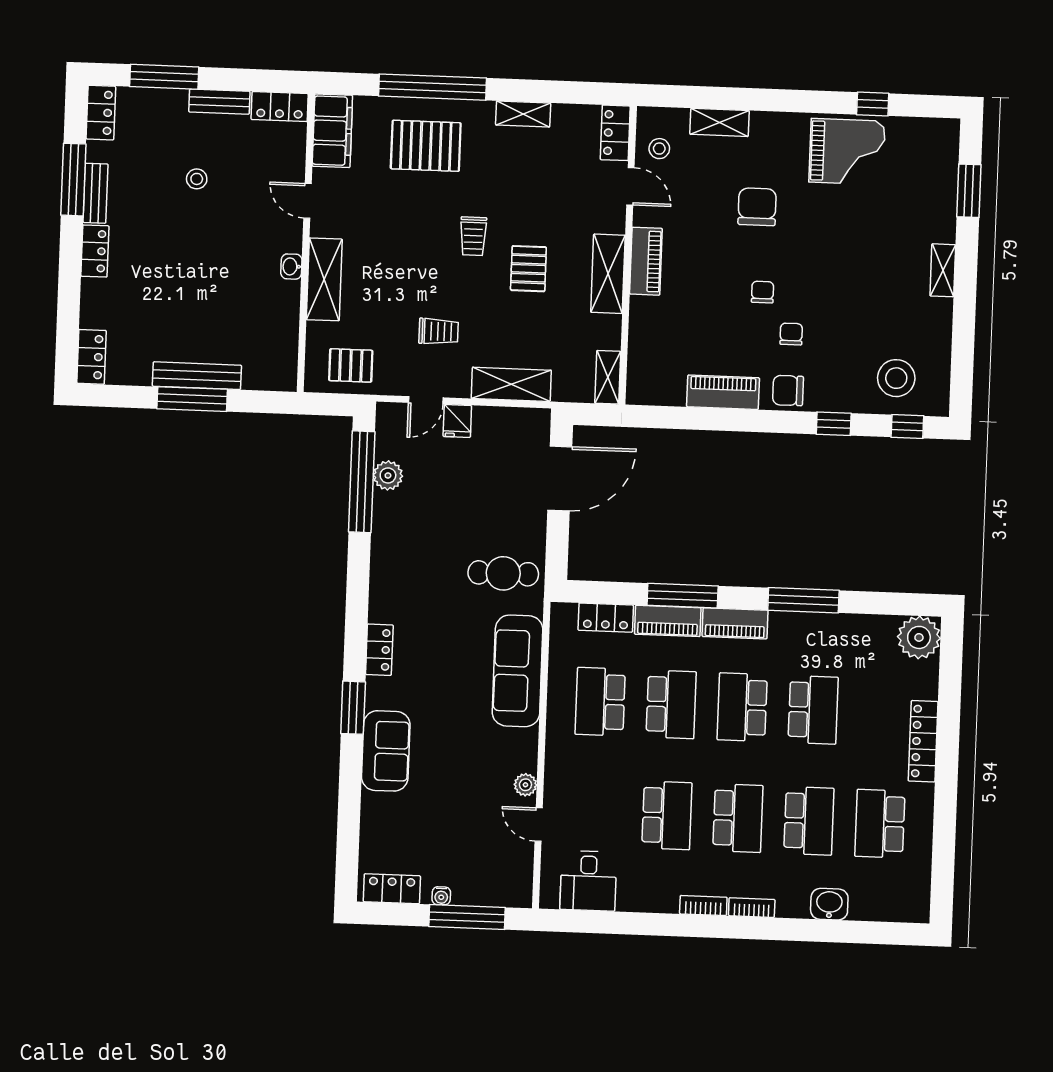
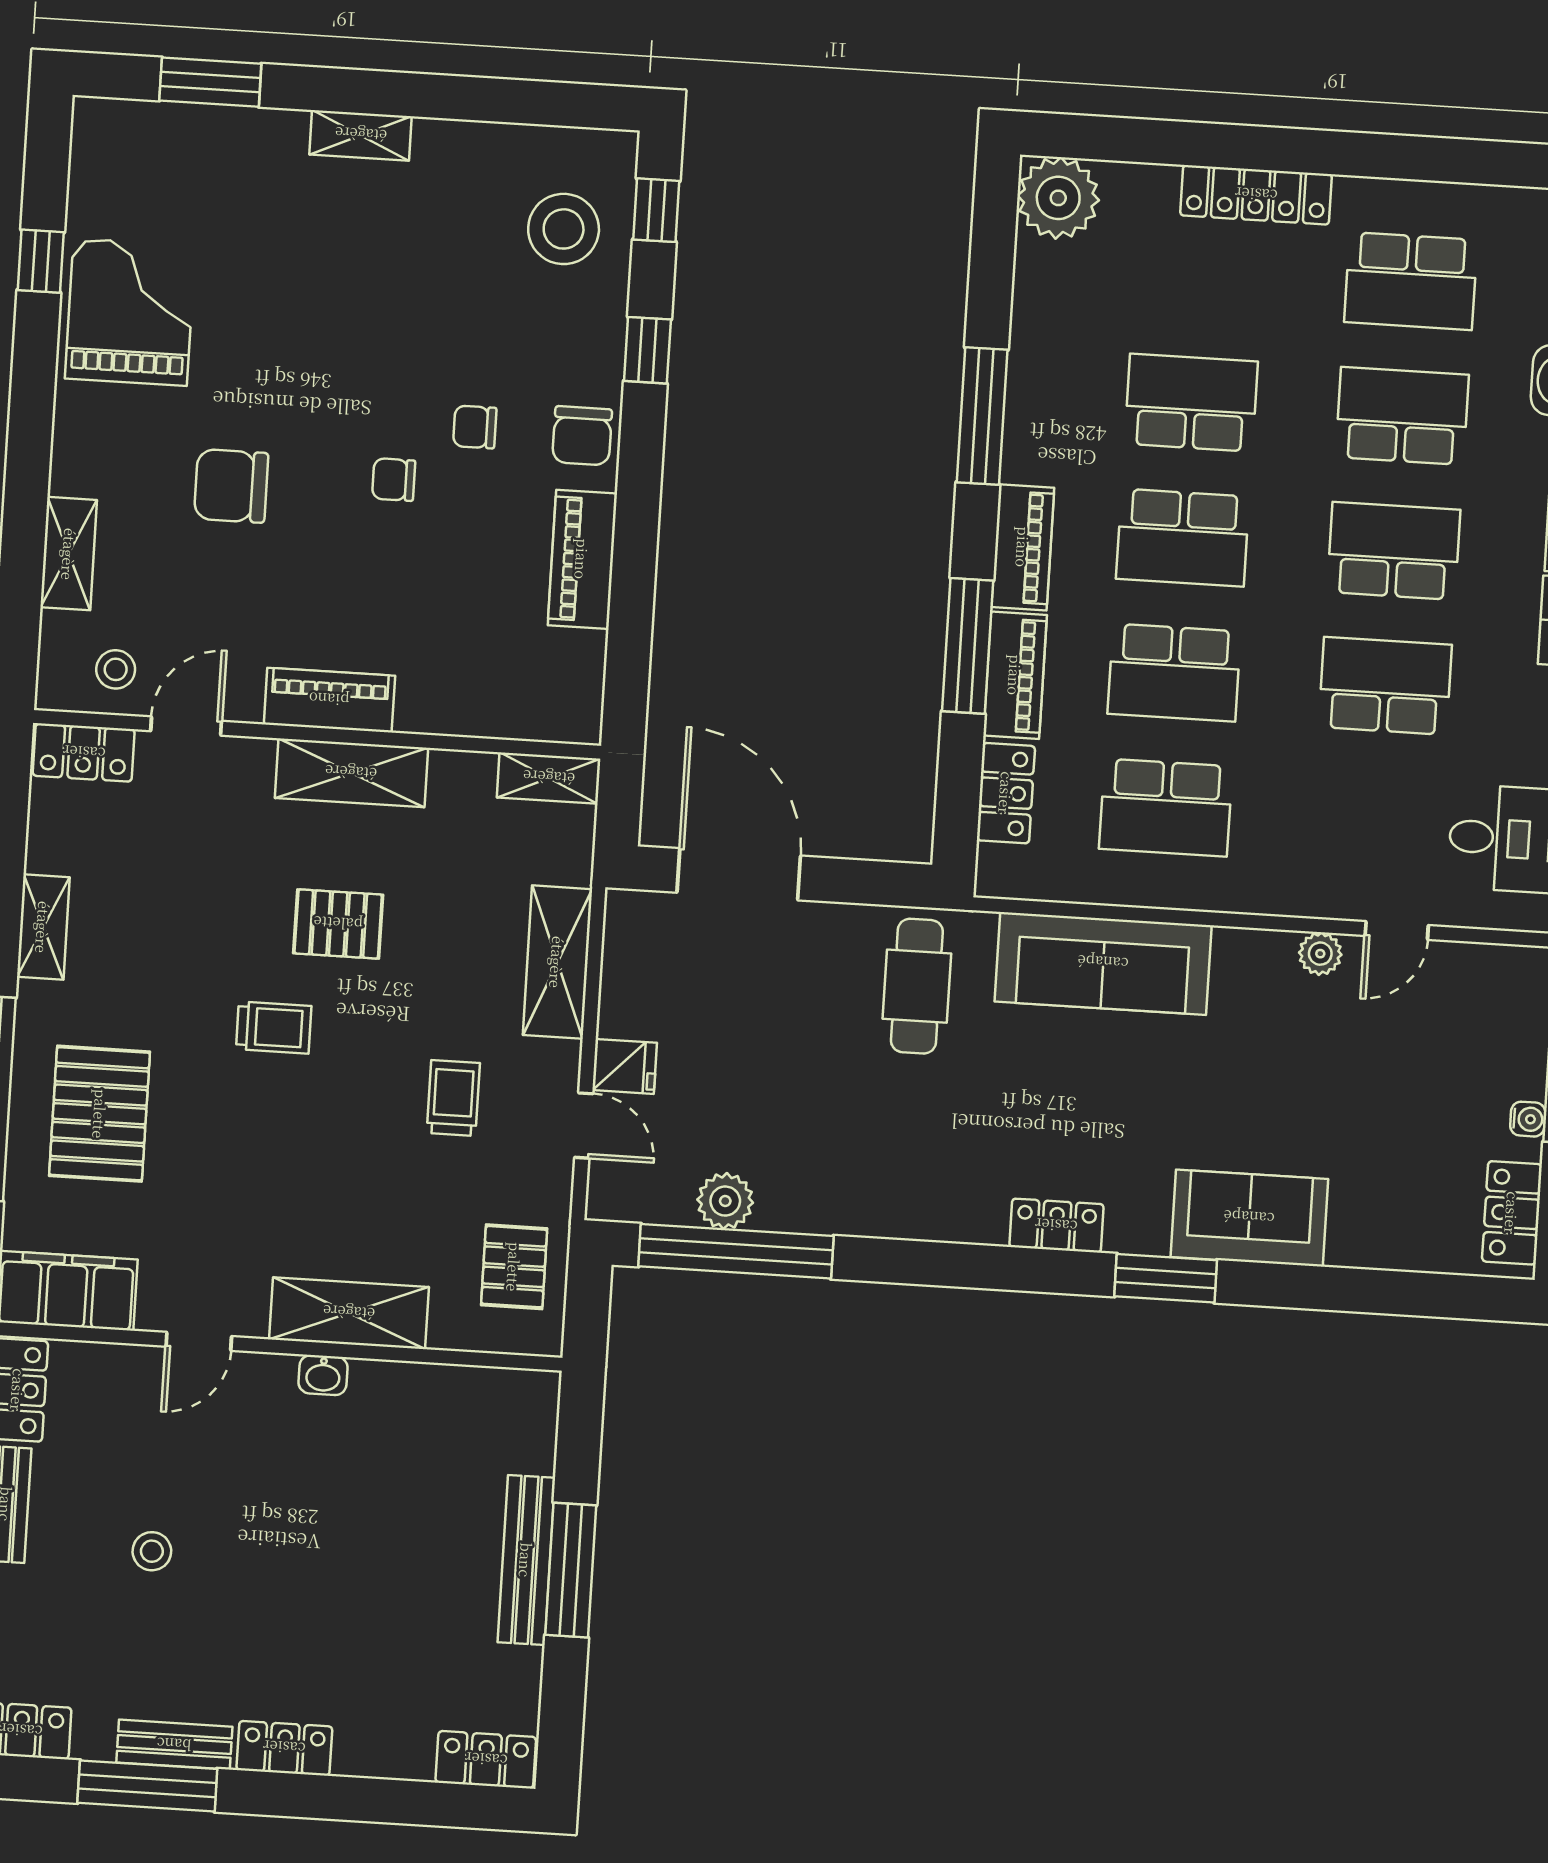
school desk: (671, 704) -> (1174, 673), turned 180

